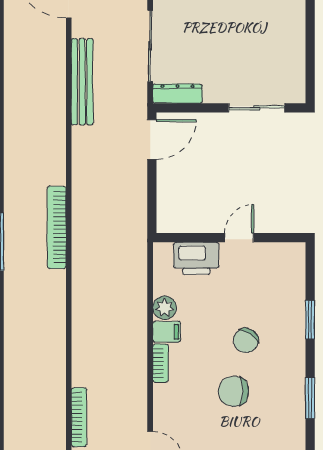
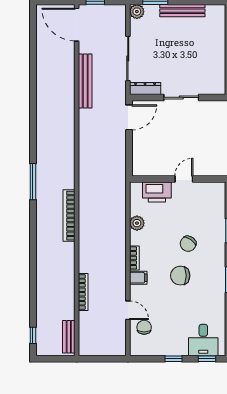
sliding door: (257, 108) -> (181, 97), moved
bookcase: (57, 227) -> (69, 216), moved
filing cabinet: (167, 332) -> (138, 278), moved

